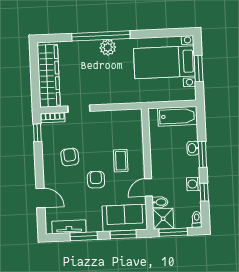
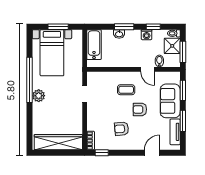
window: (101, 36) -> (30, 80), moved
doorway: (79, 109) -> (85, 94), moved
sofa: (125, 218) -> (170, 101), moved
shower: (163, 219) -> (172, 46), moved

